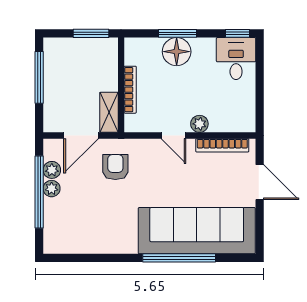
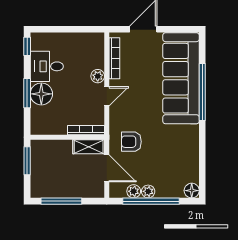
desk: (236, 59) -> (47, 66), moved
bookcase: (130, 90) -> (86, 130), moved
floor lamp: (53, 244) -> (192, 191), added

